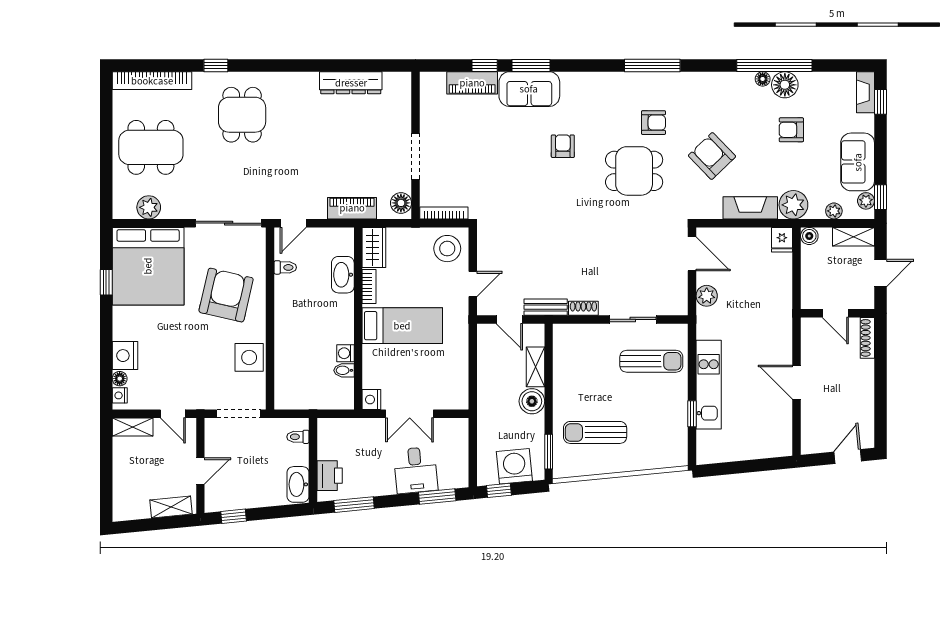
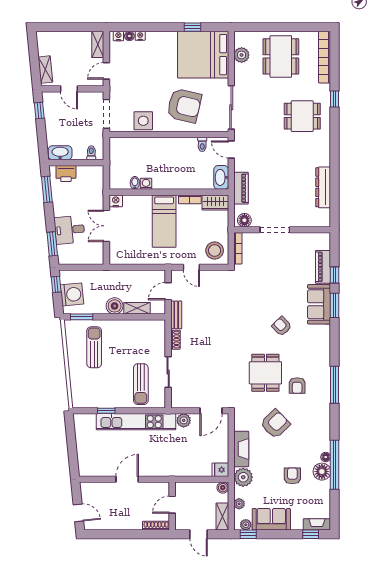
armchair: (563, 146) -> (282, 326), turned -134
washbasin: (343, 275) -> (221, 177), moved, turned -90
nightstand: (125, 356) -> (140, 36), width x0.53, depth x0.56
kitchen unit: (709, 385) -> (136, 422), width x1.36

